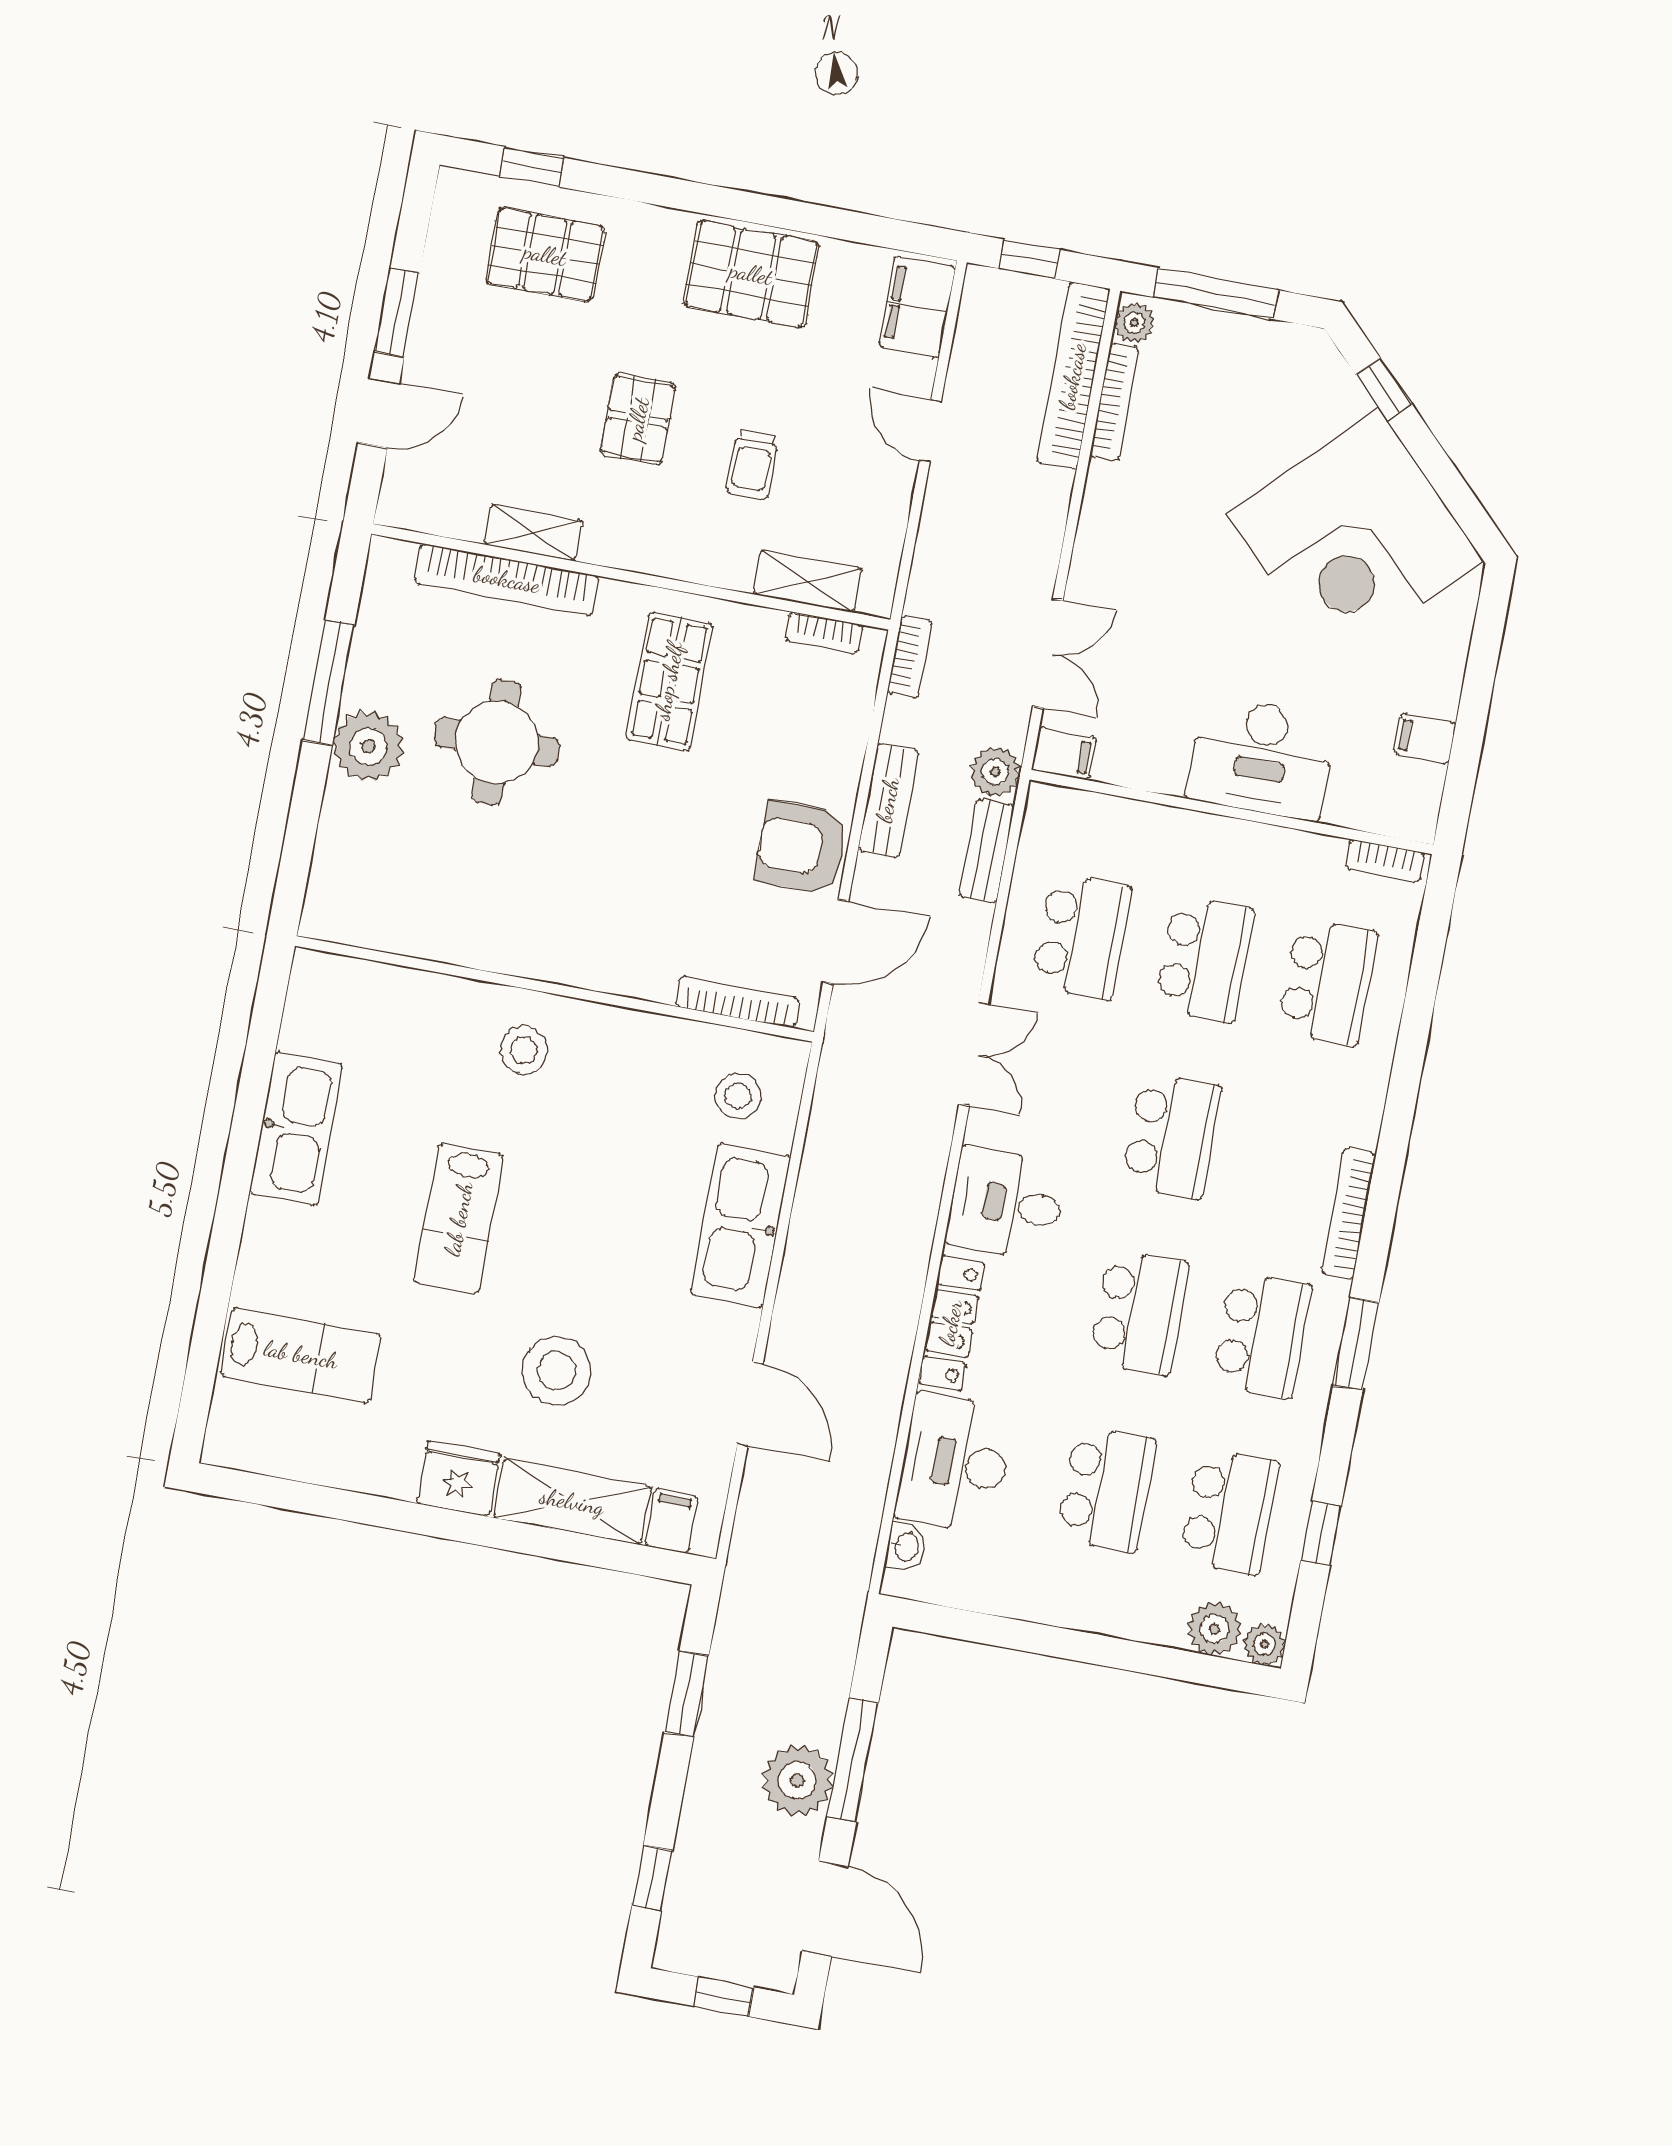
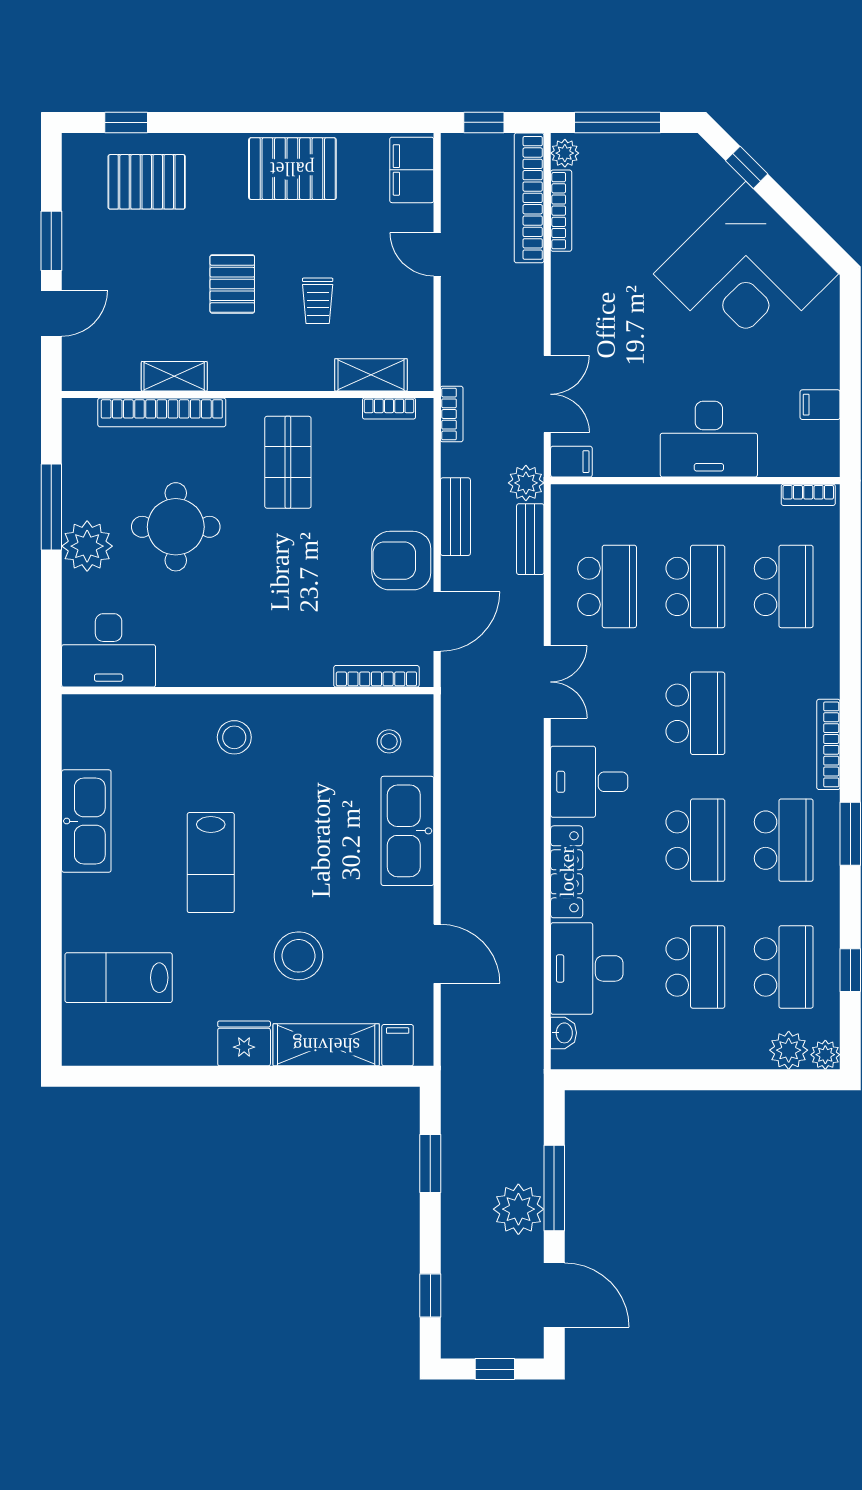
desk: (371, 897) -> (109, 650), added
stool: (738, 1096) -> (389, 741), width x0.73, depth x0.73
lab bench: (301, 1355) -> (119, 978), turned 180

